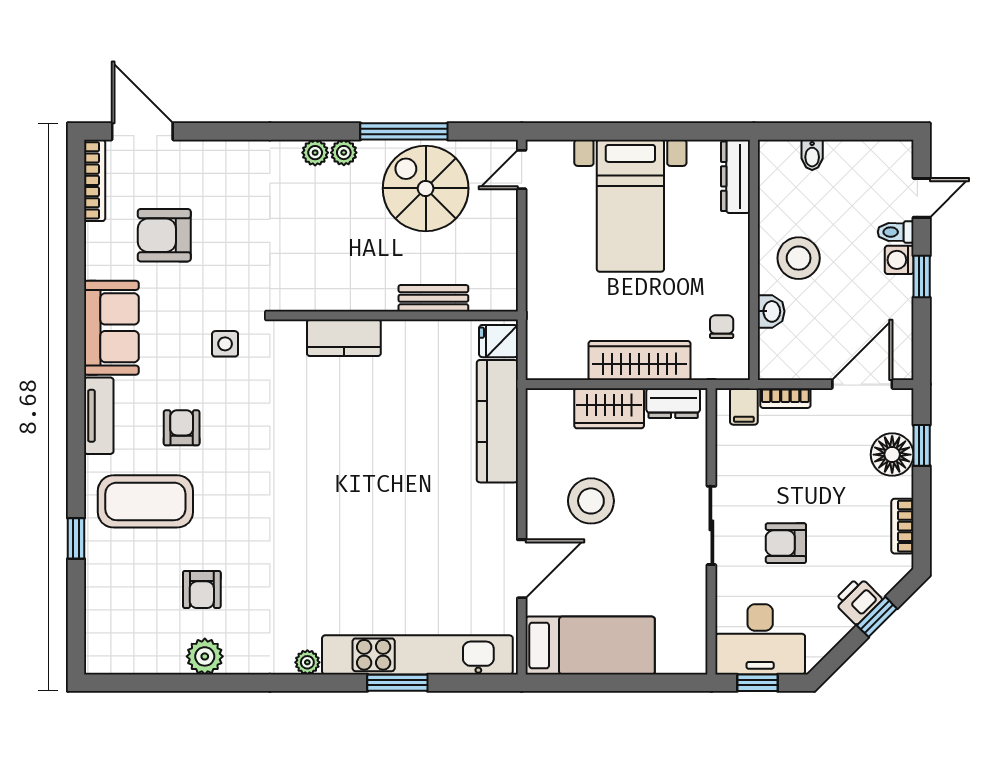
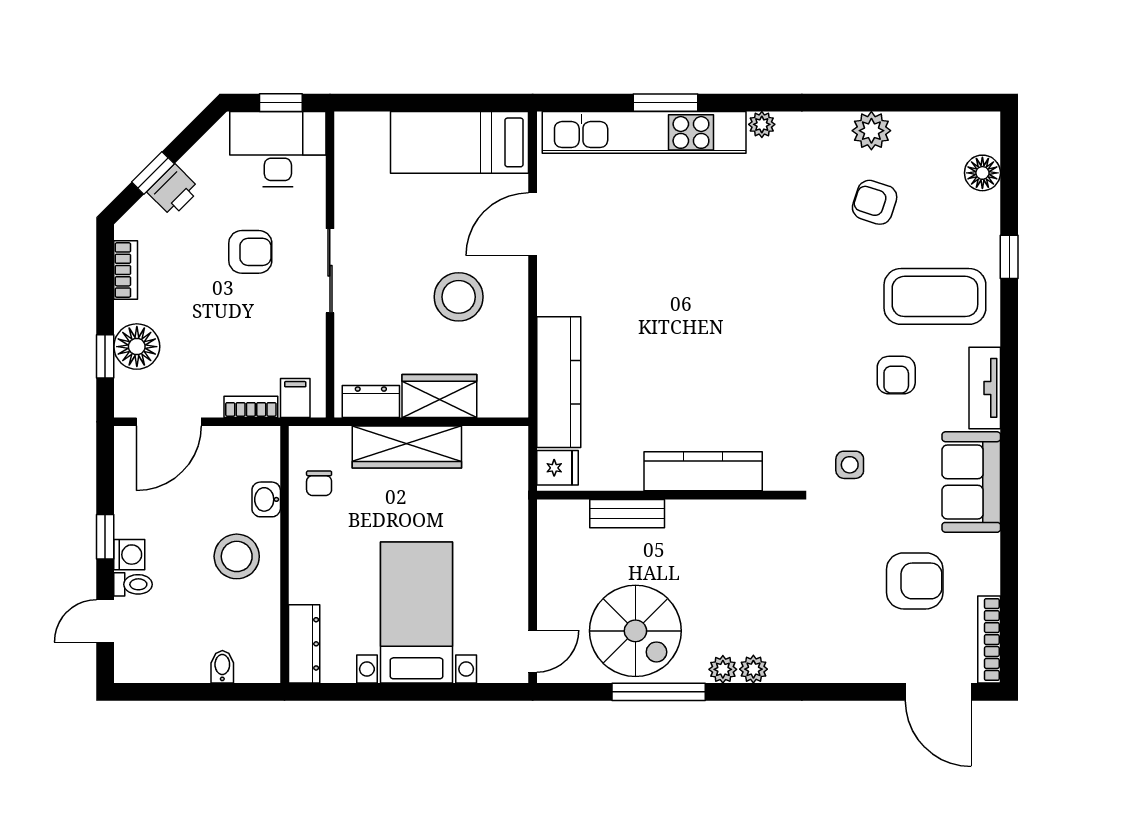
kitchen counter: (344, 338) -> (703, 471), width x1.50
armchair: (202, 589) -> (875, 202), turned -72
floor lamp: (101, 617) -> (982, 173), added

